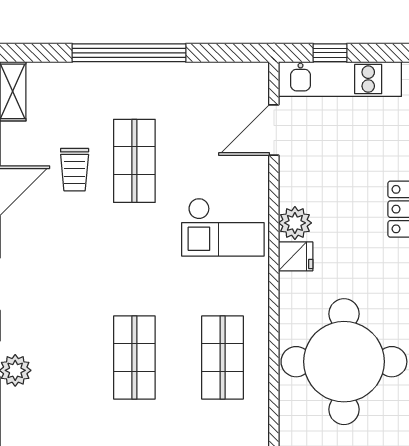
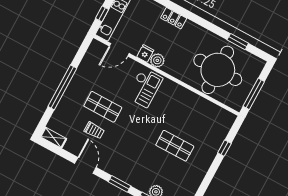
door: (274, 130) -> (119, 50), hinge flipped
fridge: (296, 256) -> (145, 54), moved
shop shelf: (223, 357) -> (192, 113), removed

